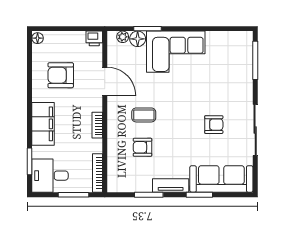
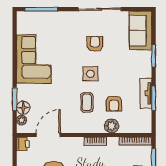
corner sofa: (176, 52) -> (34, 59), moved
door: (105, 81) -> (48, 135), moved
side table: (178, 119) -> (90, 74), added
plant: (116, 144) -> (112, 126), added
sofa: (221, 179) -> (140, 31), width x0.73
tv unit: (171, 185) -> (146, 93), moved

